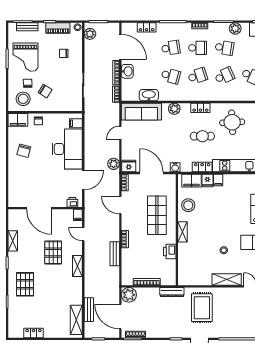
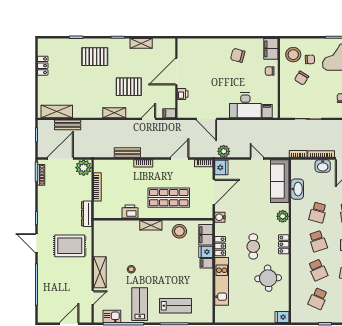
desk: (67, 149) -> (245, 105), width x0.73, depth x0.77
printer: (72, 202) -> (183, 94), moved

